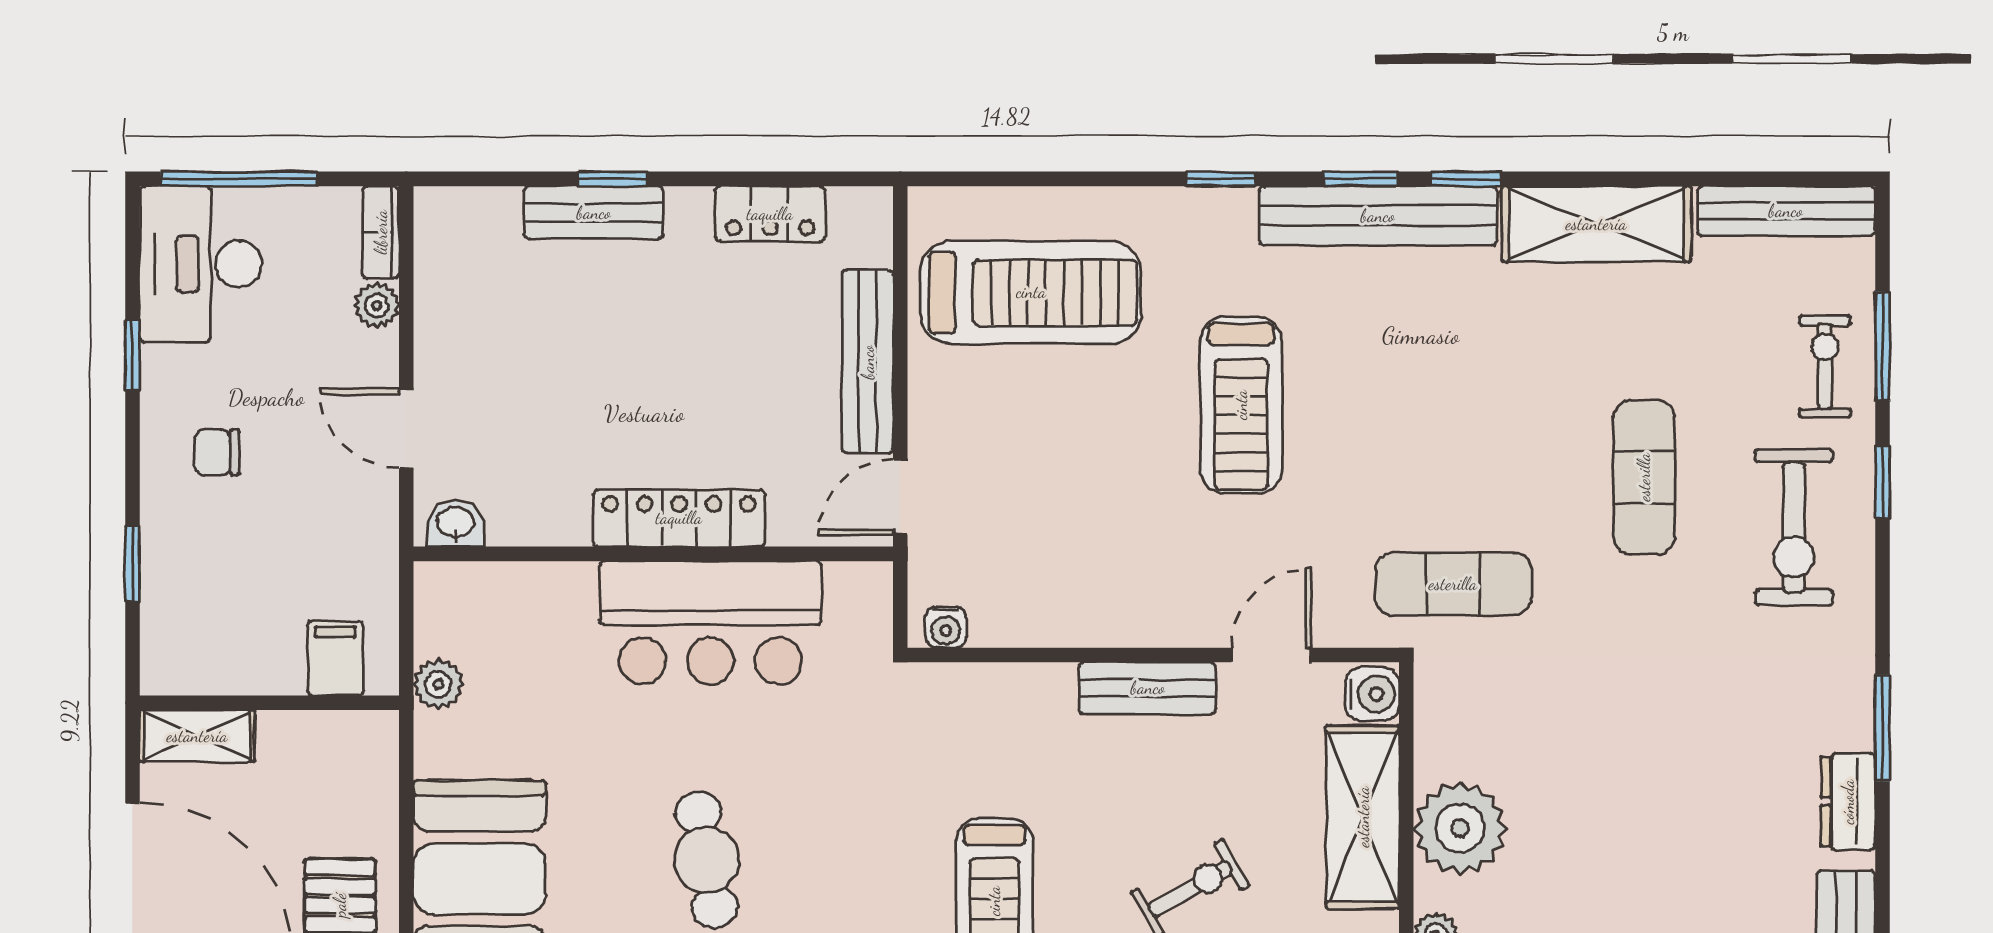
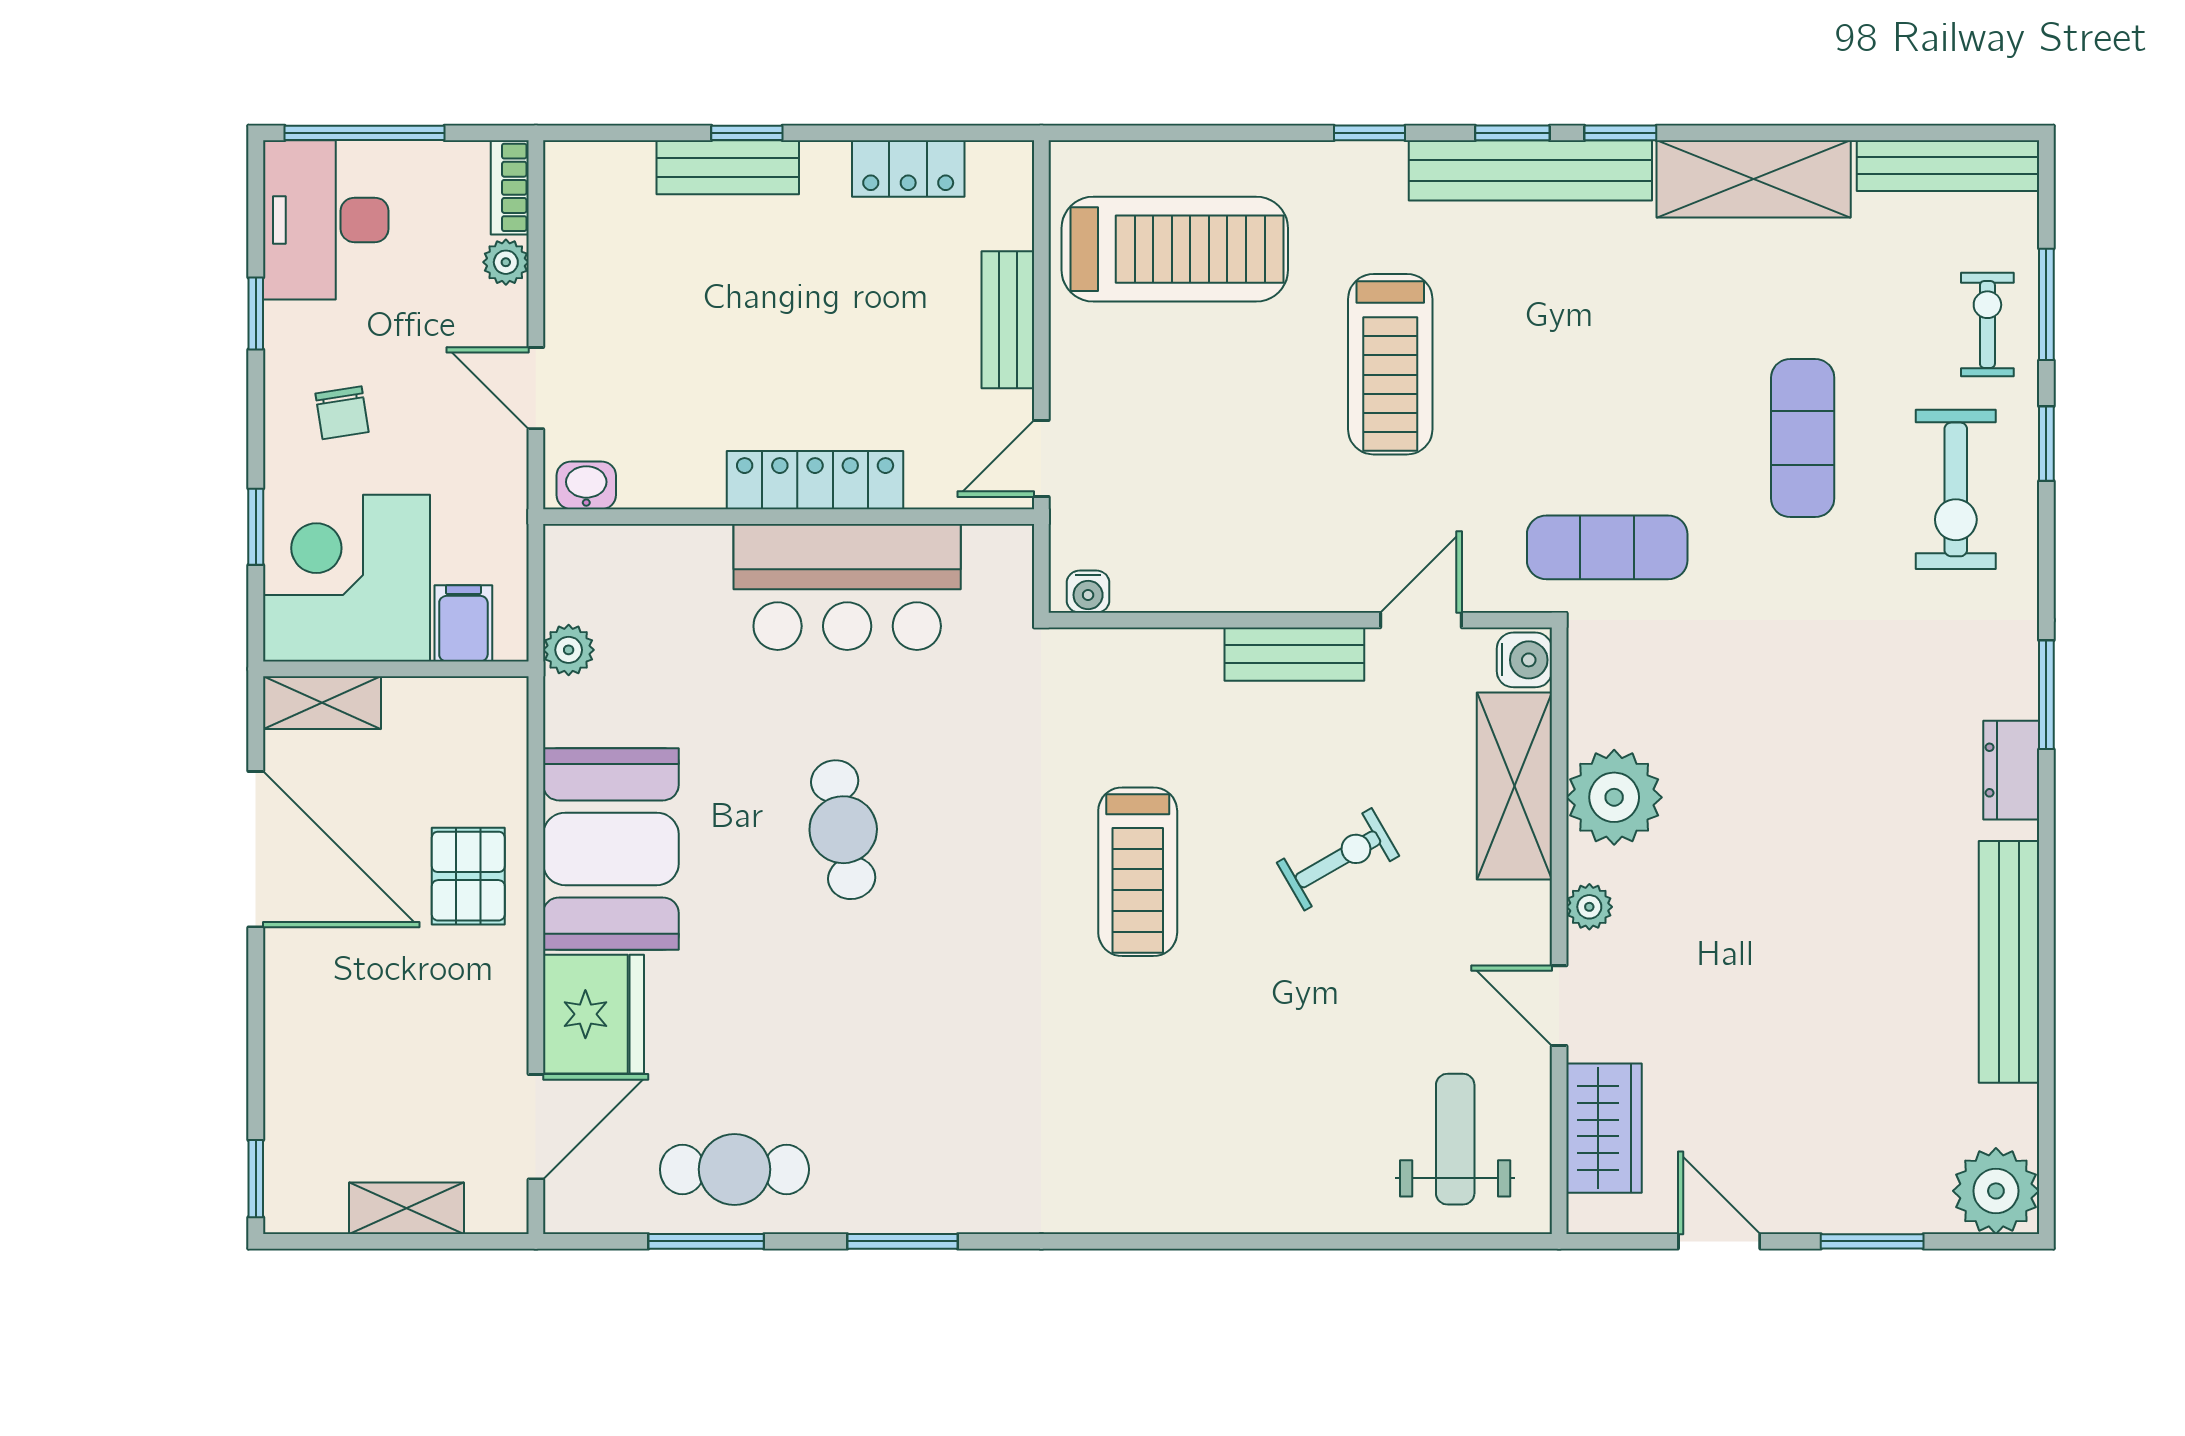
bench: (868, 362) -> (1008, 320), width x0.73
chair: (217, 452) -> (342, 413), turned -99
corner desk: (221, 614) -> (346, 578), added

